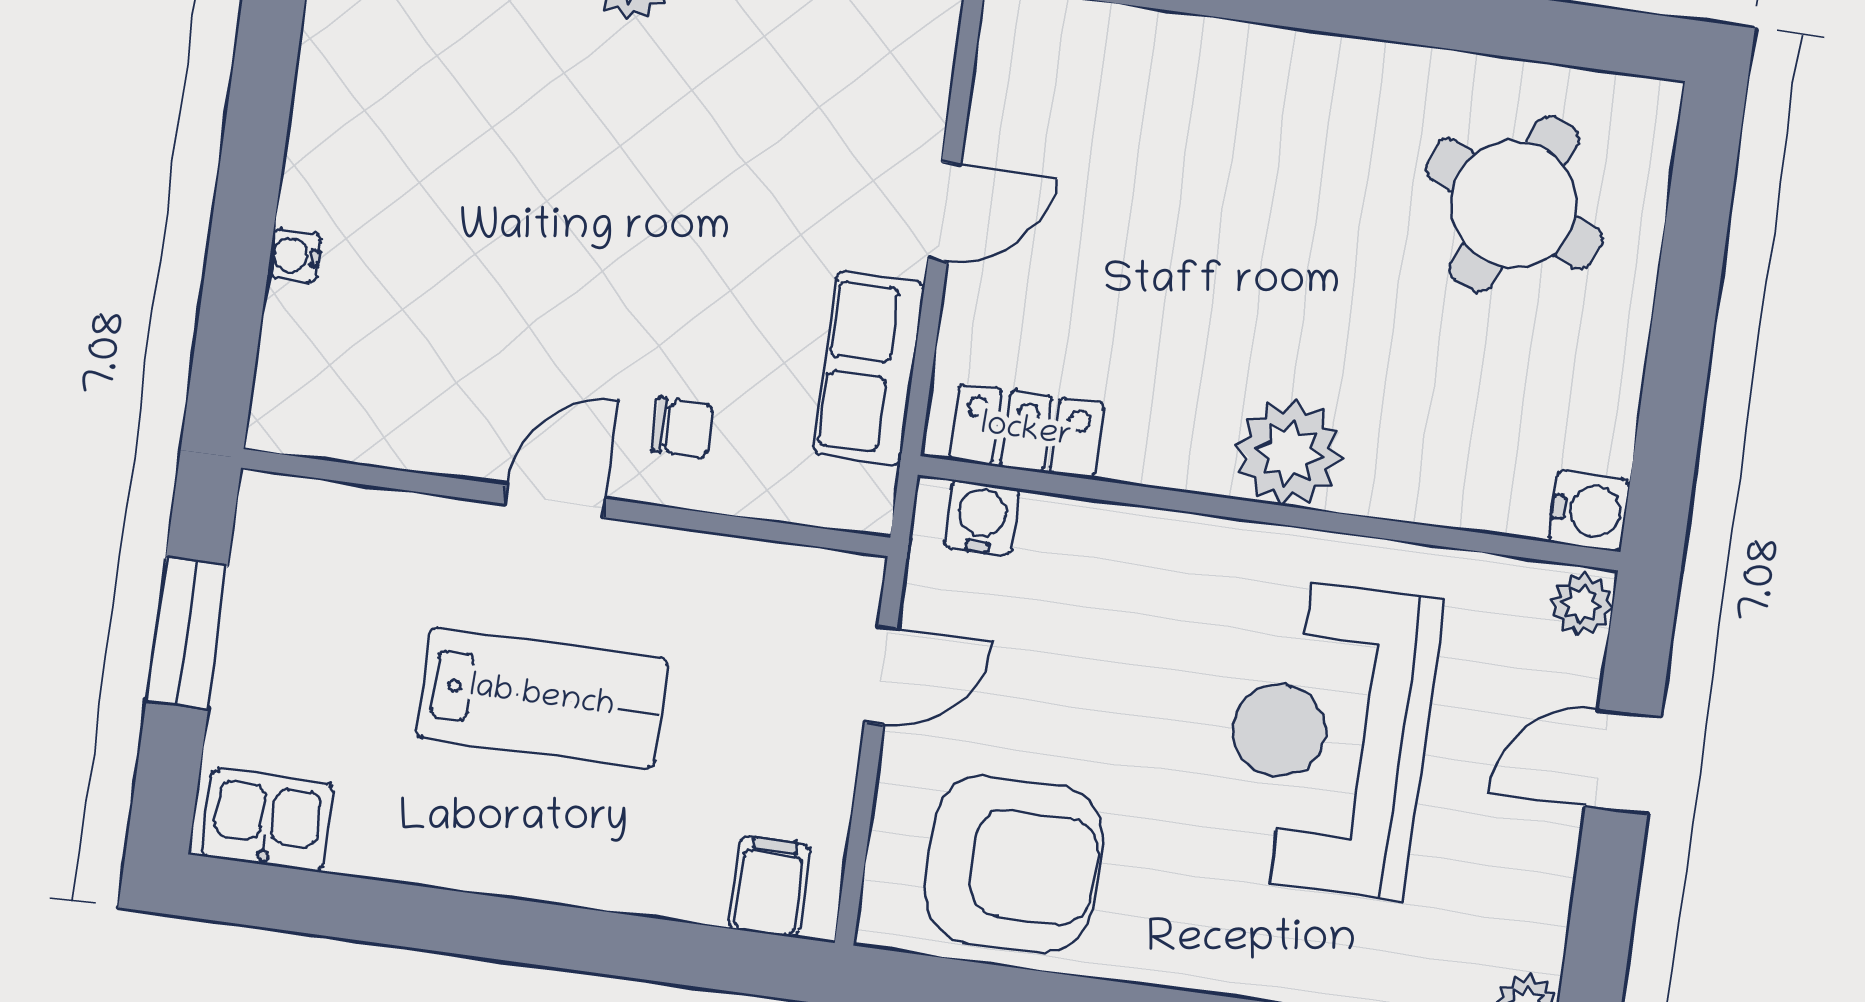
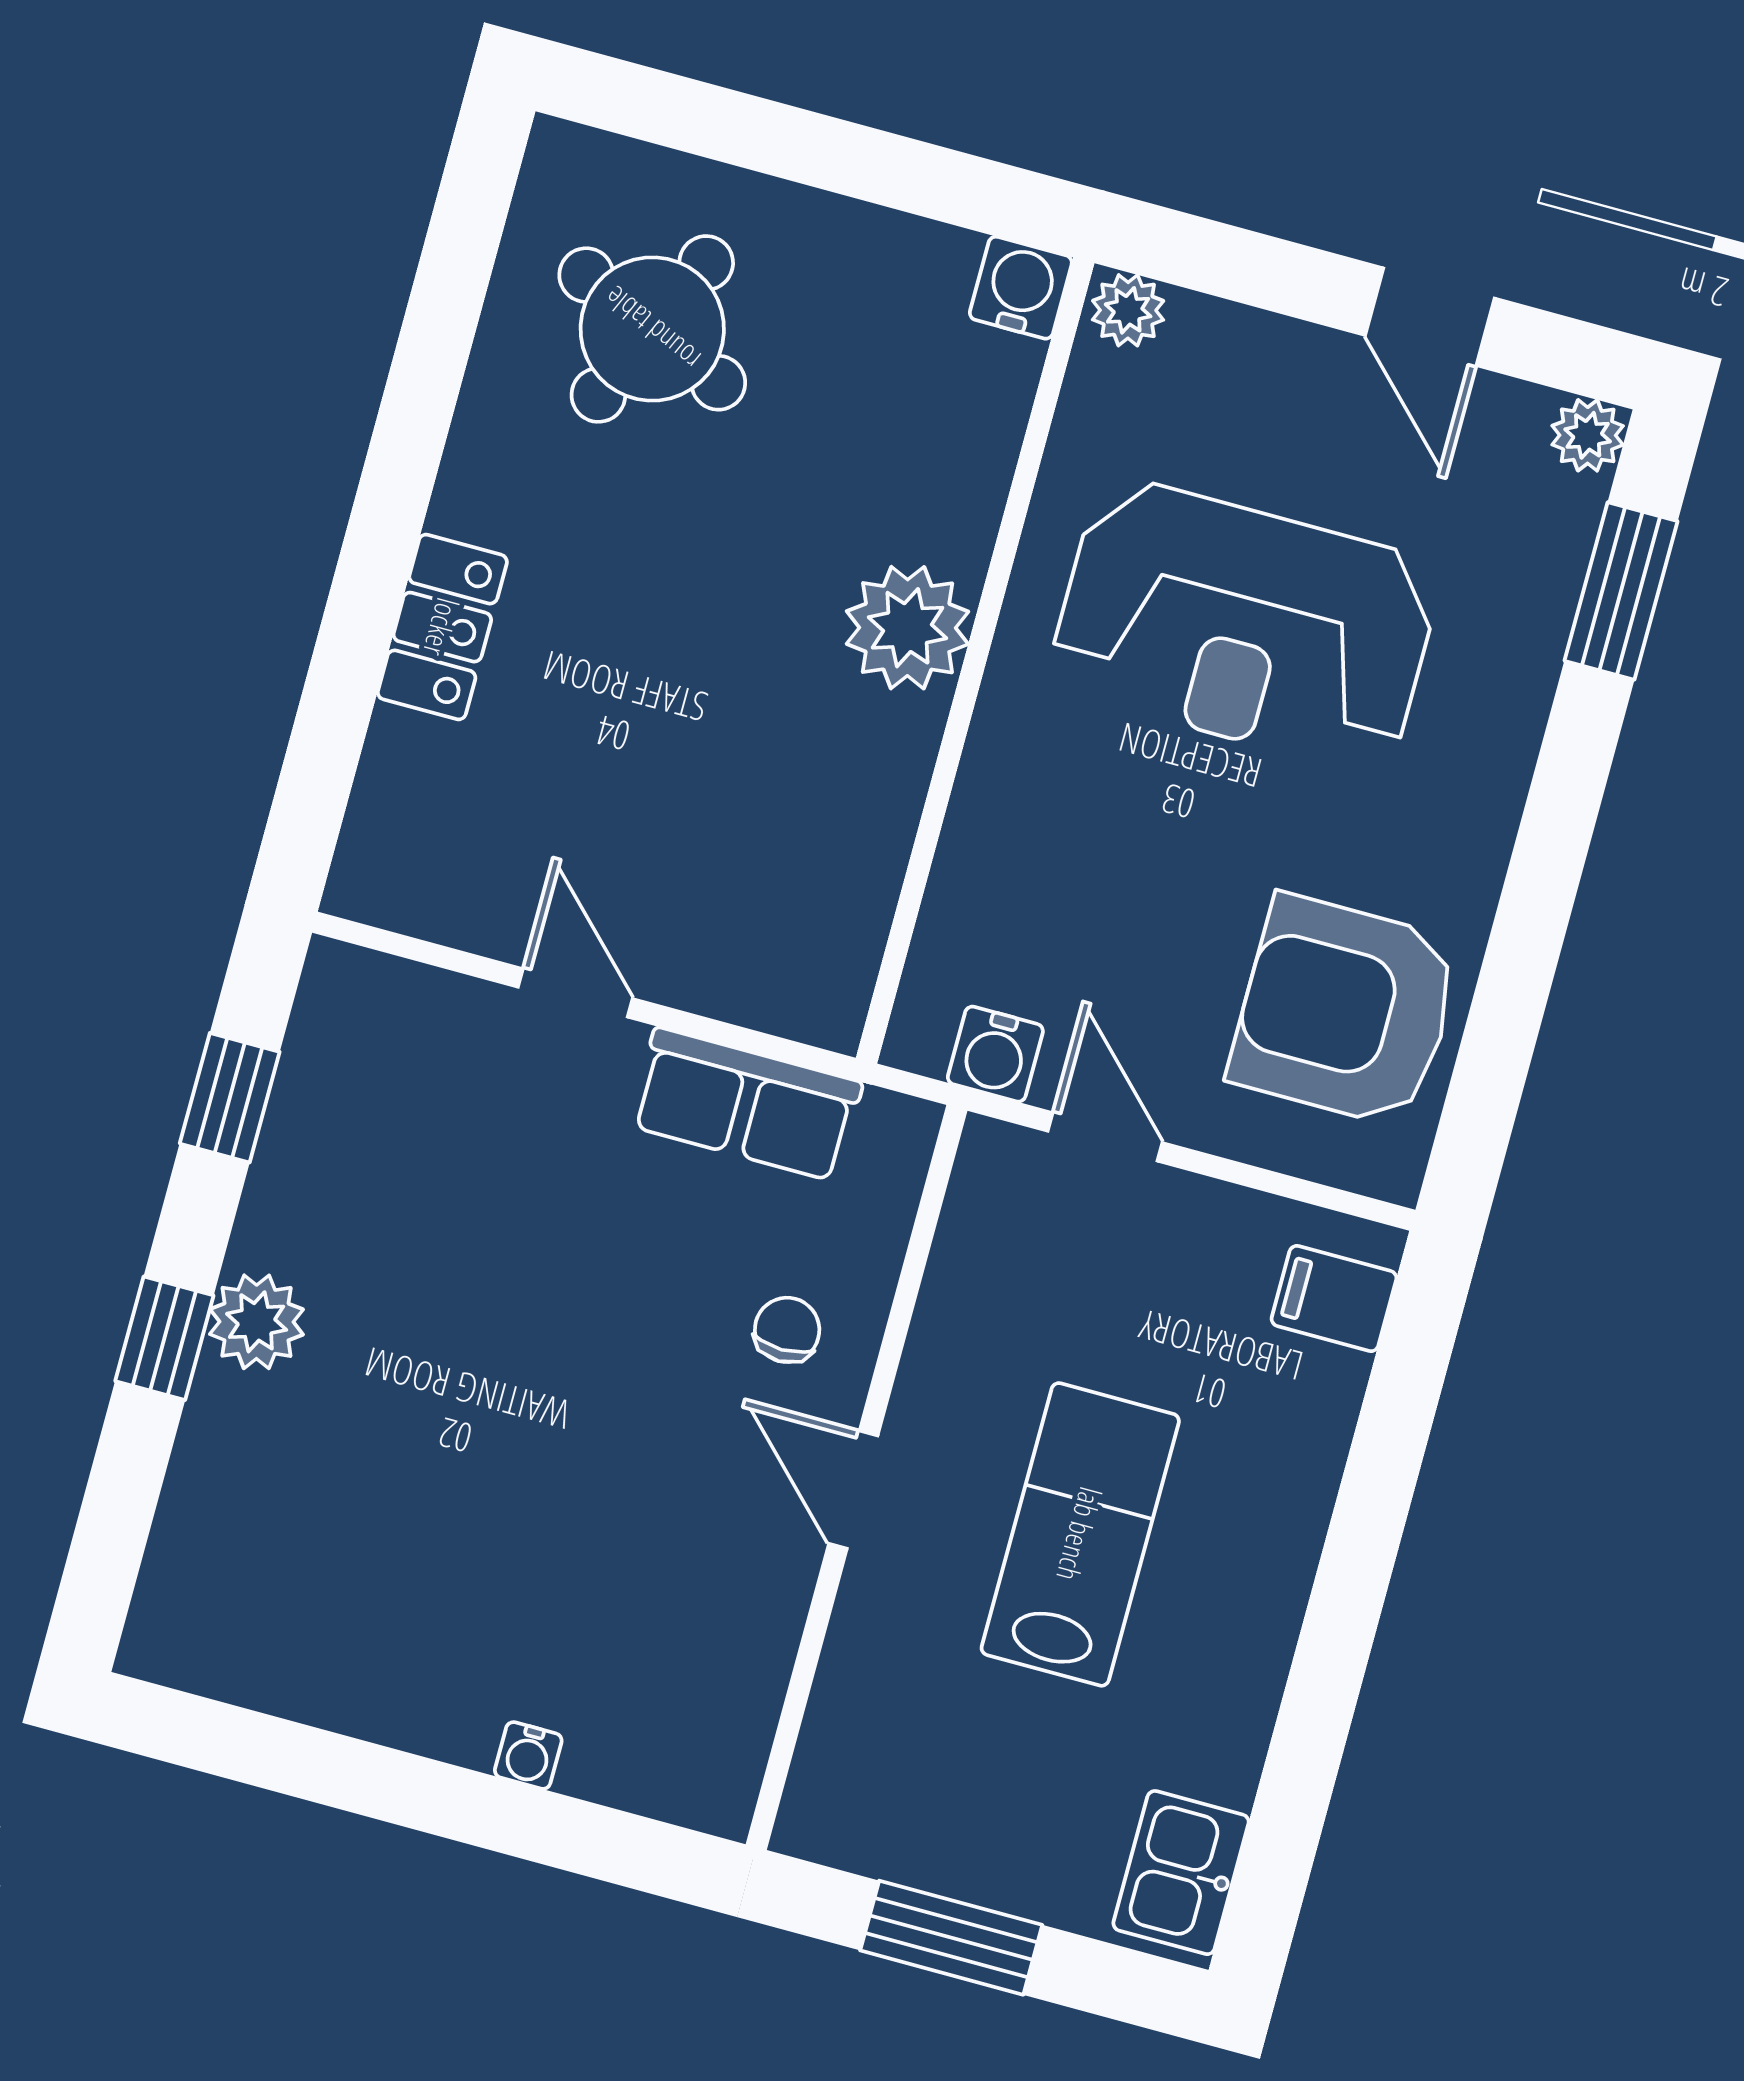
locker: (1026, 432) -> (442, 627), moved, turned 180
water cooler: (981, 518) -> (995, 1054), moved, turned -90
door: (1623, 762) -> (1430, 317), moved
armchair: (1014, 865) -> (1345, 1011), turned -90

